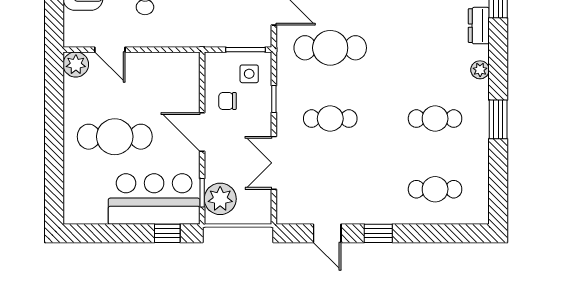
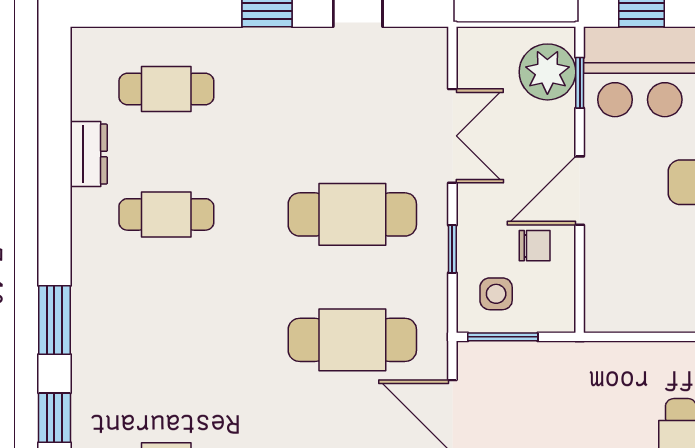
dresser: (479, 26) -> (89, 154), moved
plant: (480, 70) -> (87, 301), removed
cafe table: (330, 119) -> (352, 214), width x1.37, depth x1.35
window: (498, 119) -> (54, 320), moved
door: (202, 132) -> (580, 191), swing flipped

